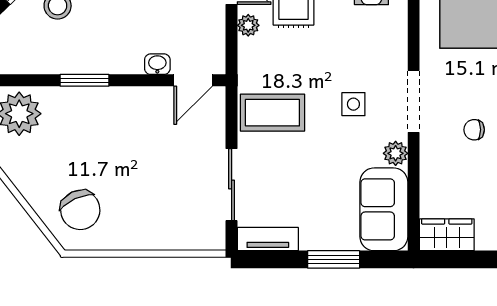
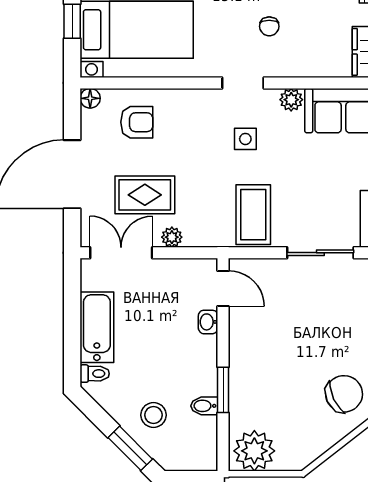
bidet: (67, 60) -> (204, 406), added
doorway: (414, 101) -> (243, 83), width x0.73

